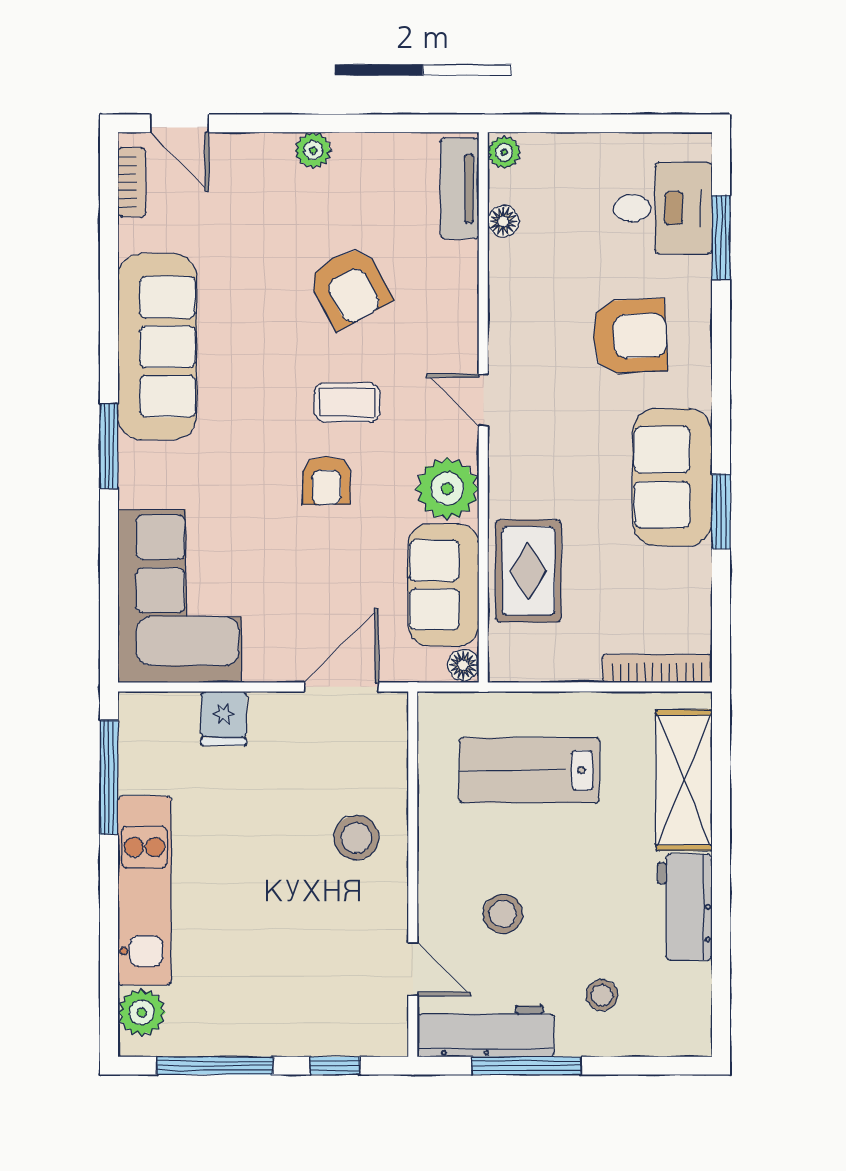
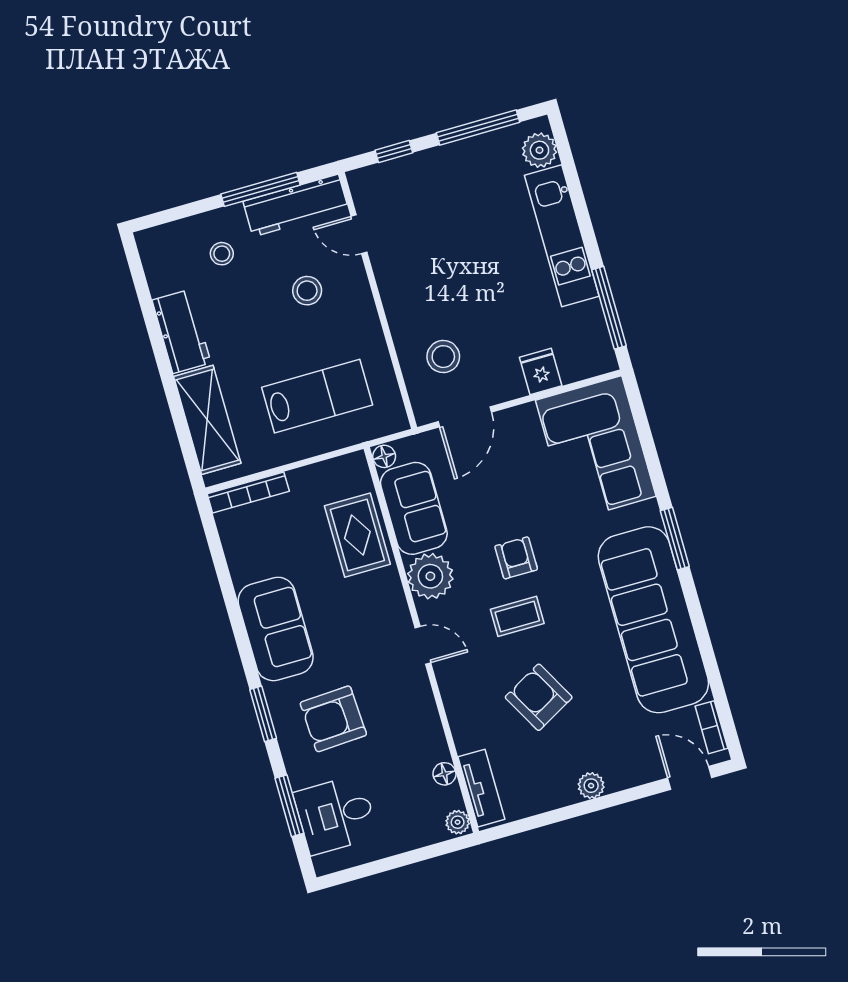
sofa: (157, 347) -> (653, 620), width x1.36, depth x1.27
window: (721, 512) -> (263, 714), moved
stool: (356, 838) -> (443, 357), moved

